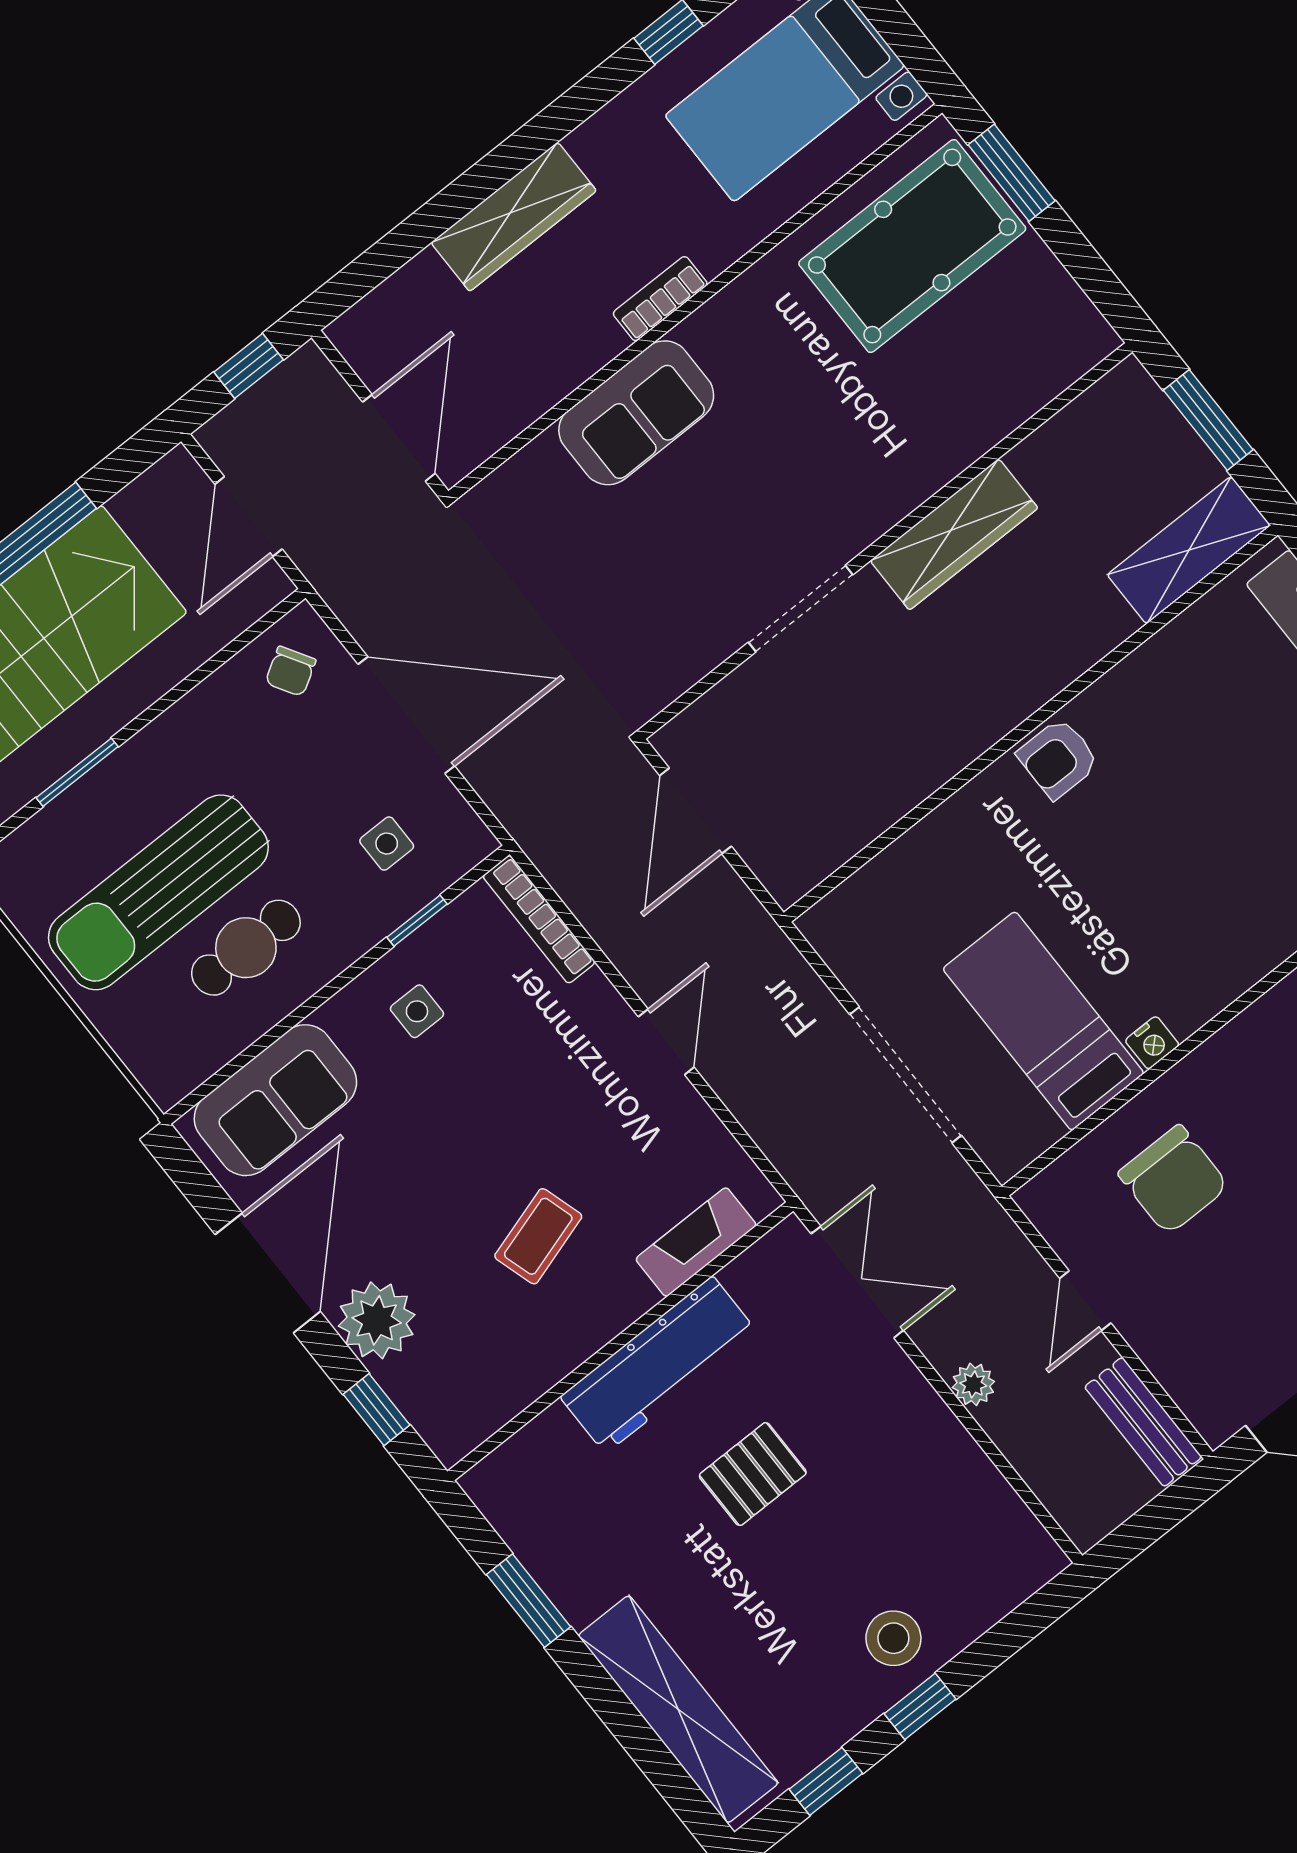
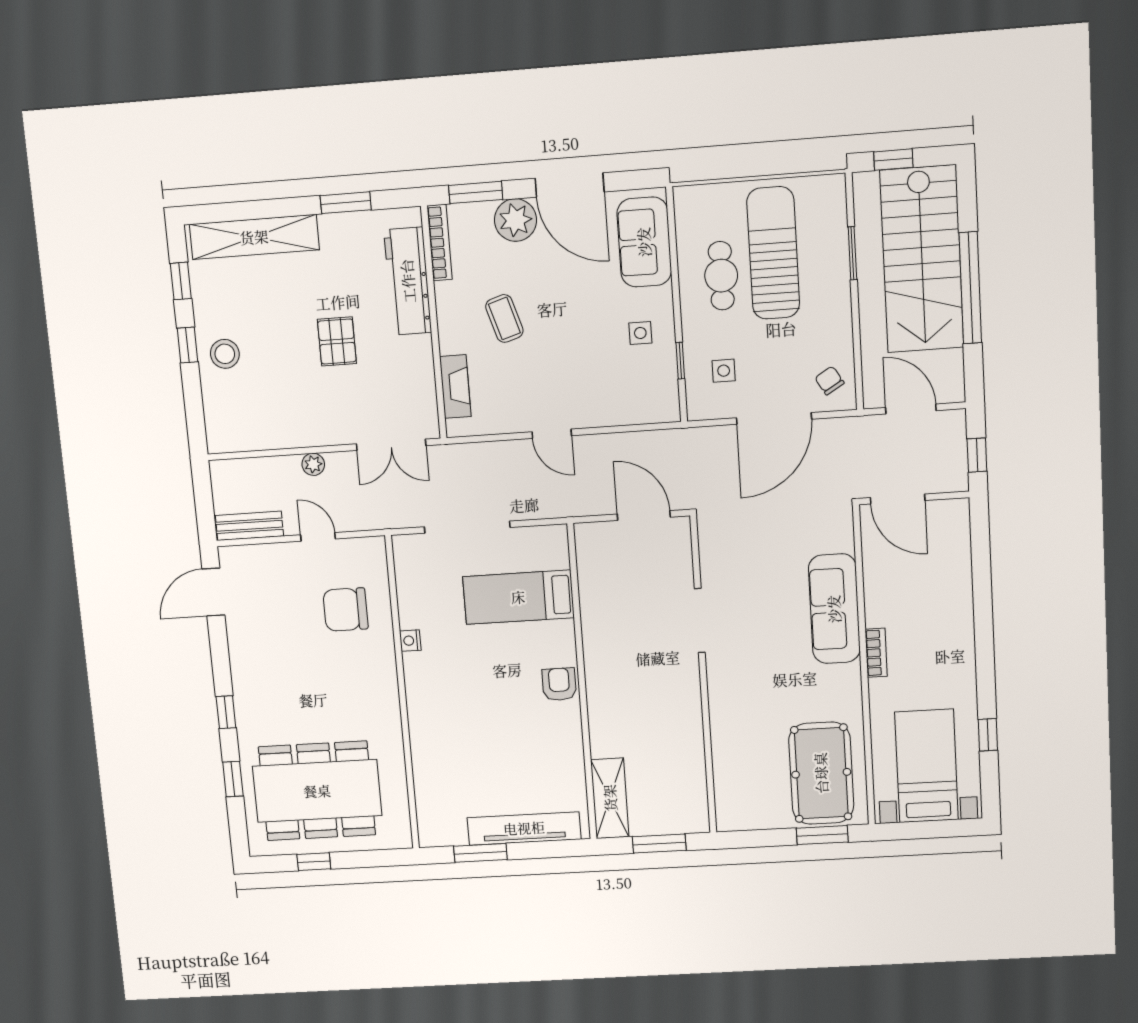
wardrobe: (514, 217) -> (957, 615), removed
sofa: (636, 413) -> (834, 609), width x1.36
wardrobe: (954, 534) -> (686, 706), removed
bookcase: (539, 919) -> (440, 243), moved, turned 90
bed: (1043, 1021) -> (518, 597), moved, turned 180
workbench: (659, 1365) -> (408, 281), moved
window: (377, 1410) -> (476, 192), width x1.50

